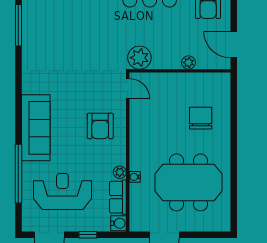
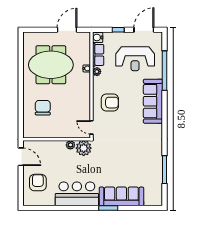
plant: (189, 63) -> (70, 145), moved
chair: (201, 118) -> (43, 108), turned 180
armchair: (100, 126) -> (110, 103), turned 90

